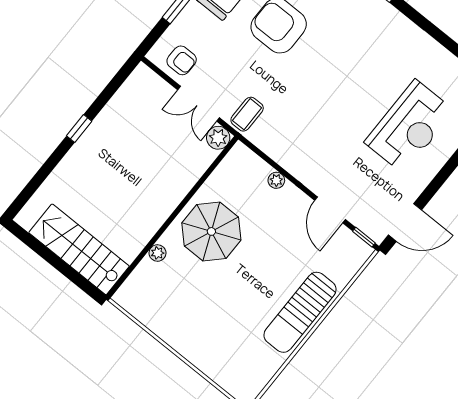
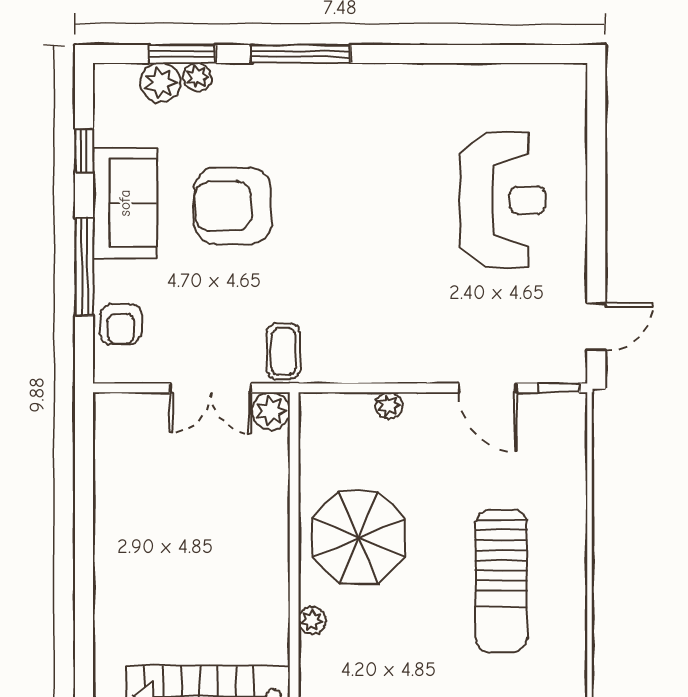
armchair: (182, 60) -> (121, 324), moved, turned 90
window: (79, 128) -> (84, 542), removed
door: (405, 222) -> (596, 327), width x0.73
sun lounger: (300, 312) -> (501, 581), moved

